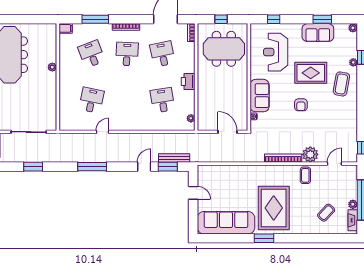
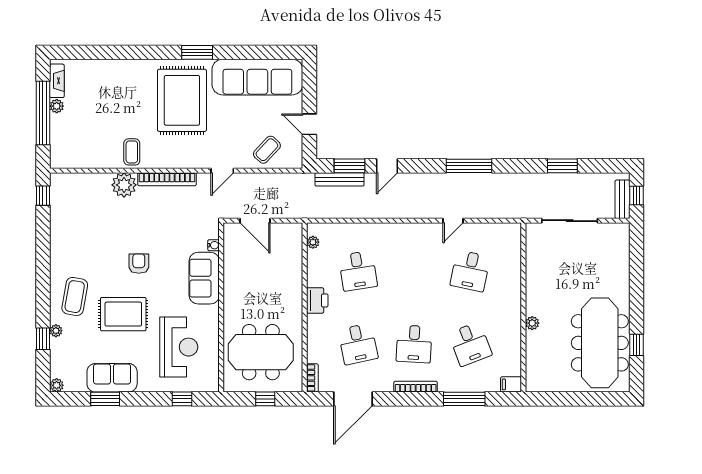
door: (334, 164) -> (222, 171), moved
coffee table: (326, 213) -> (267, 150), moved

